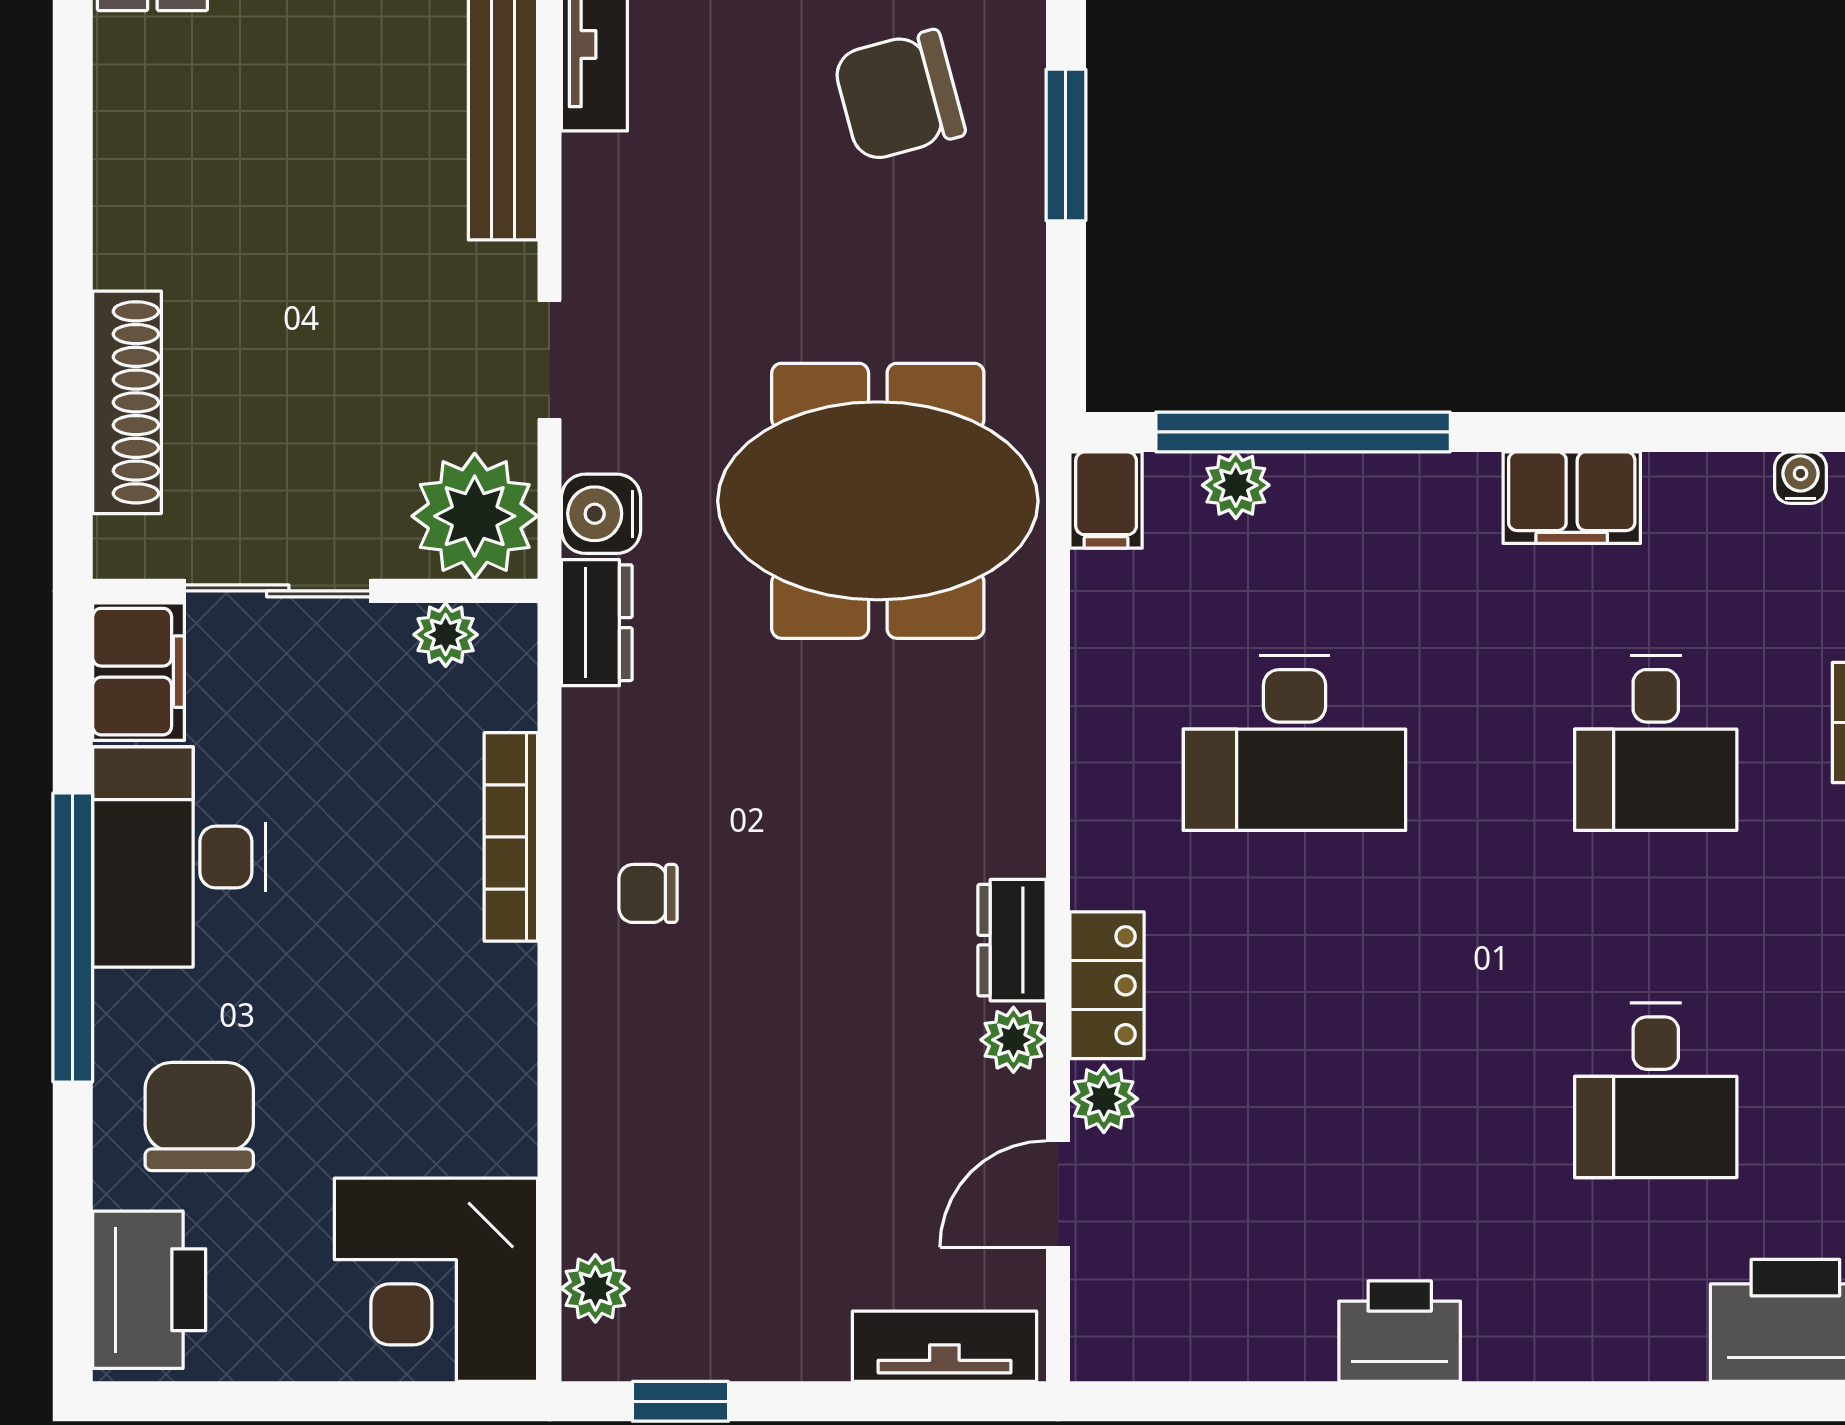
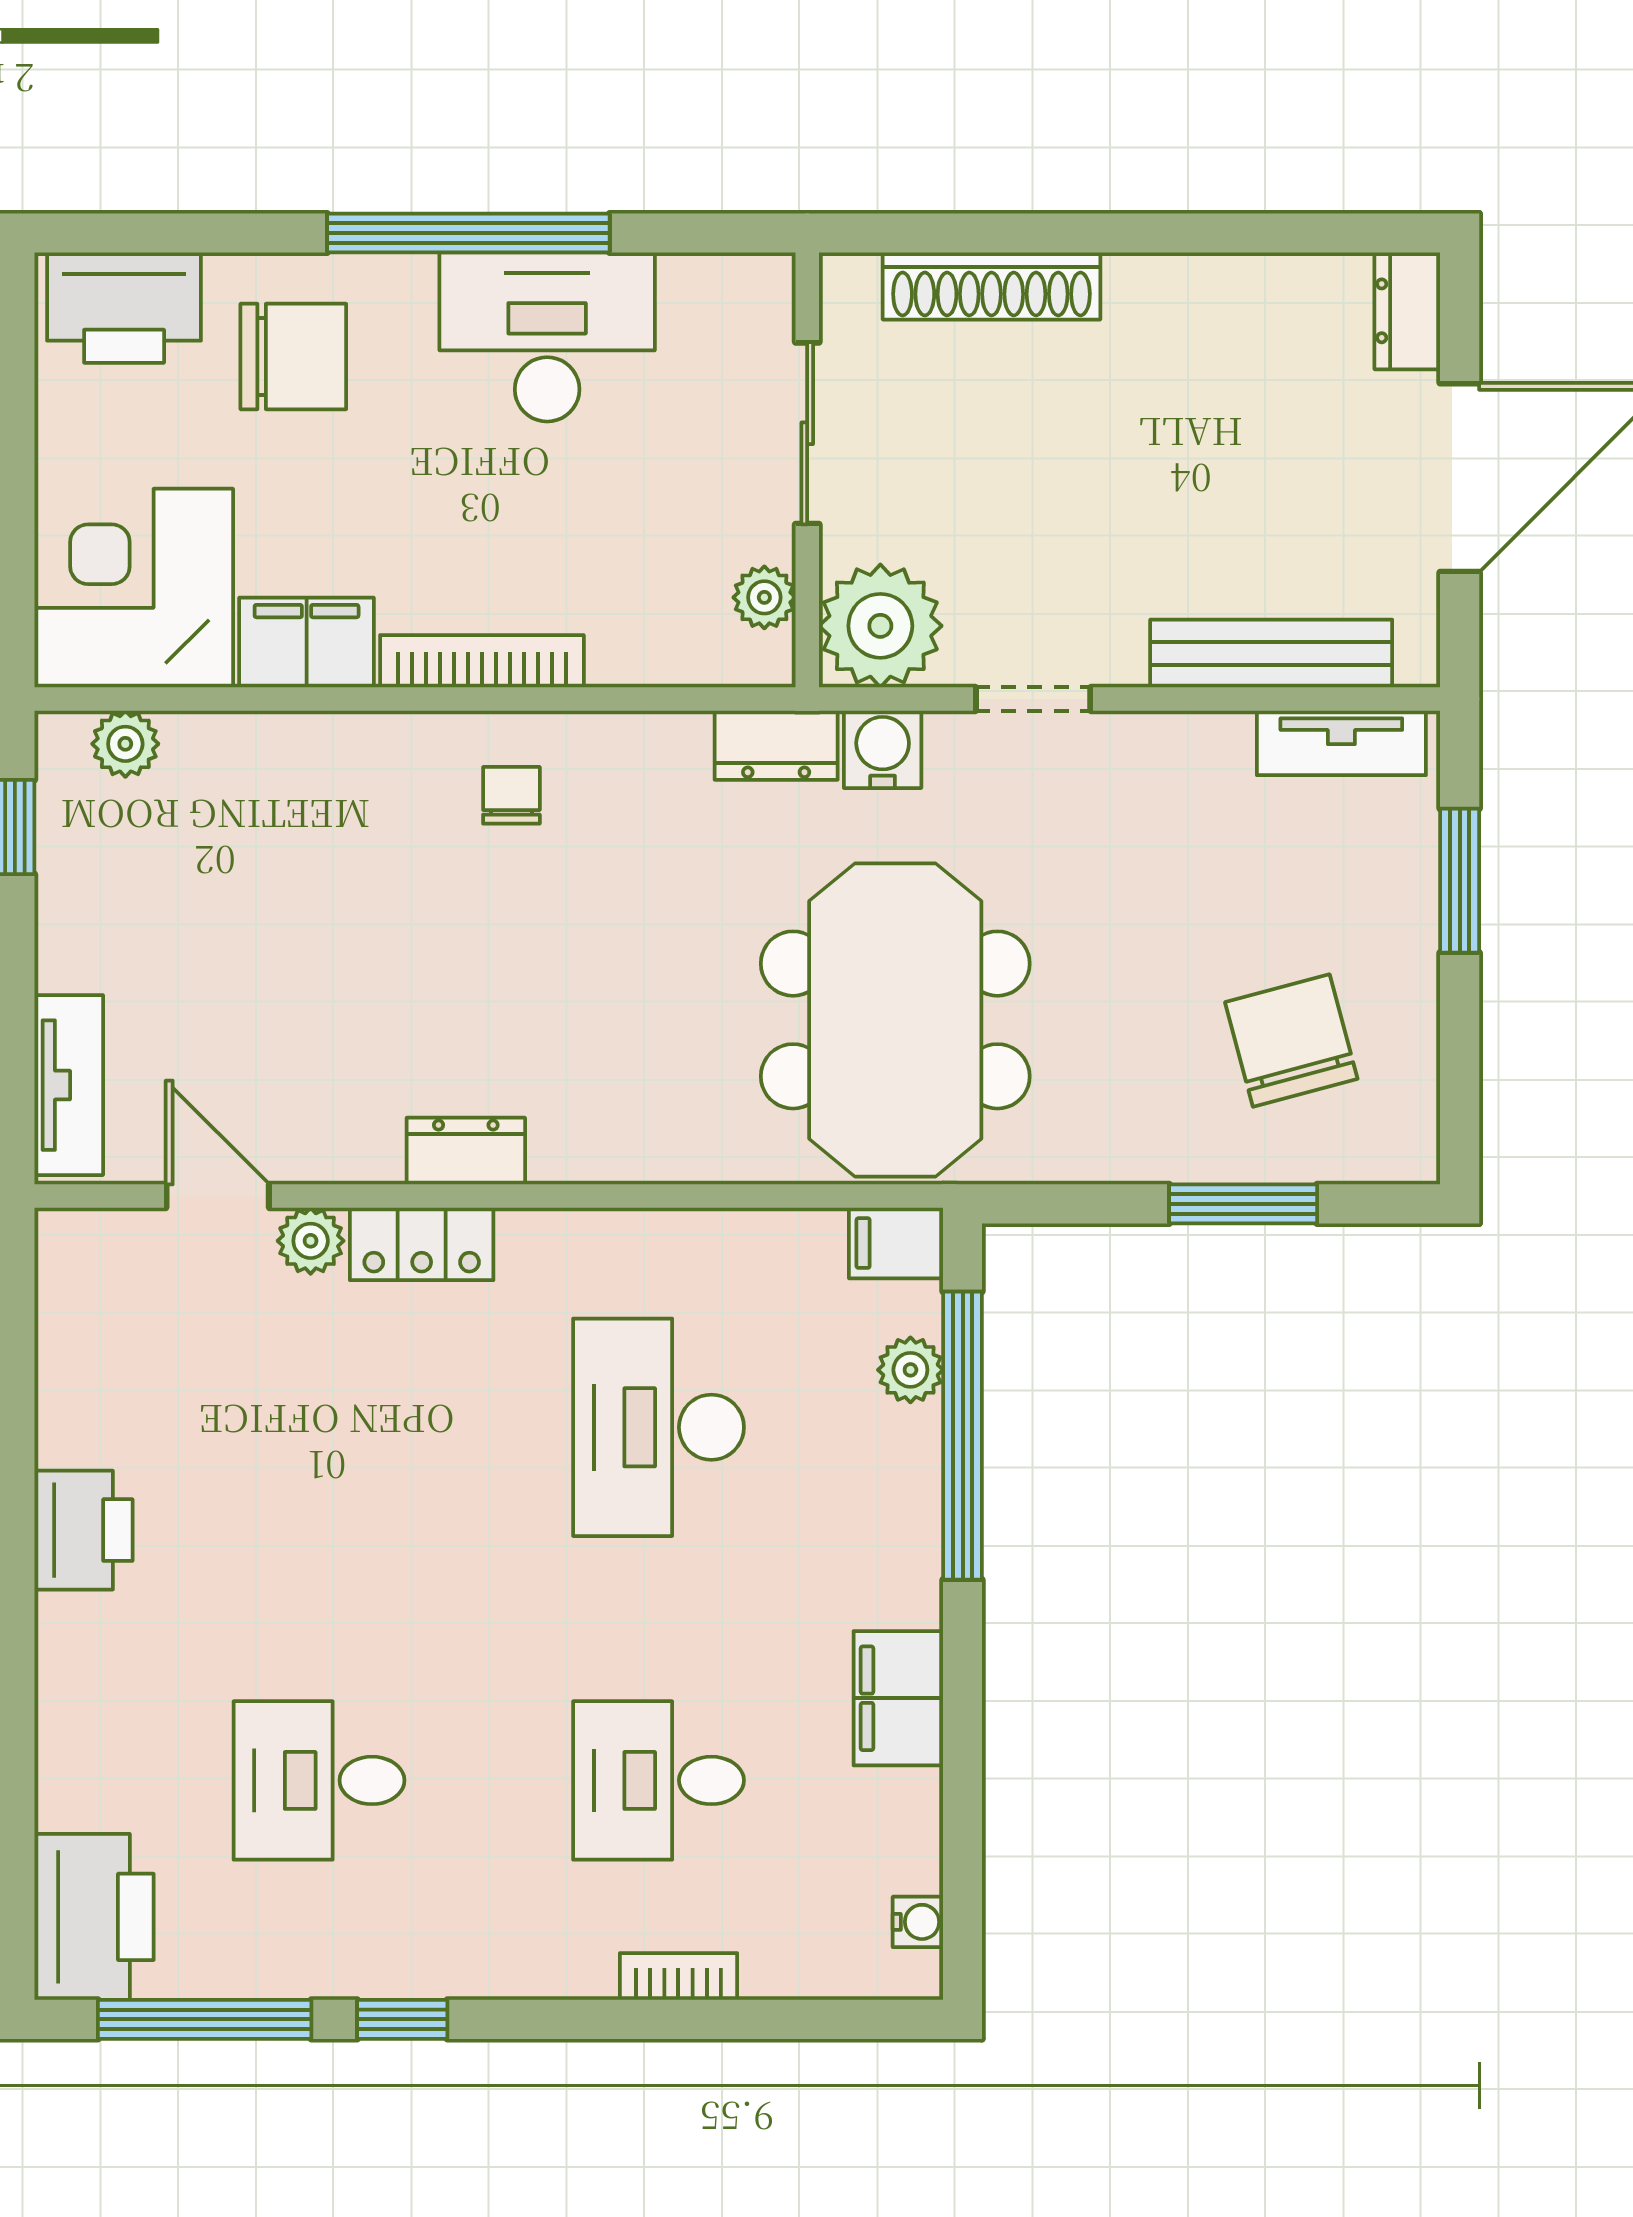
filing cabinet: (139, 672) -> (307, 642), moved, turned 180
bookcase: (511, 837) -> (482, 661), moved
plant: (1013, 1040) -> (368, 1152), removed

